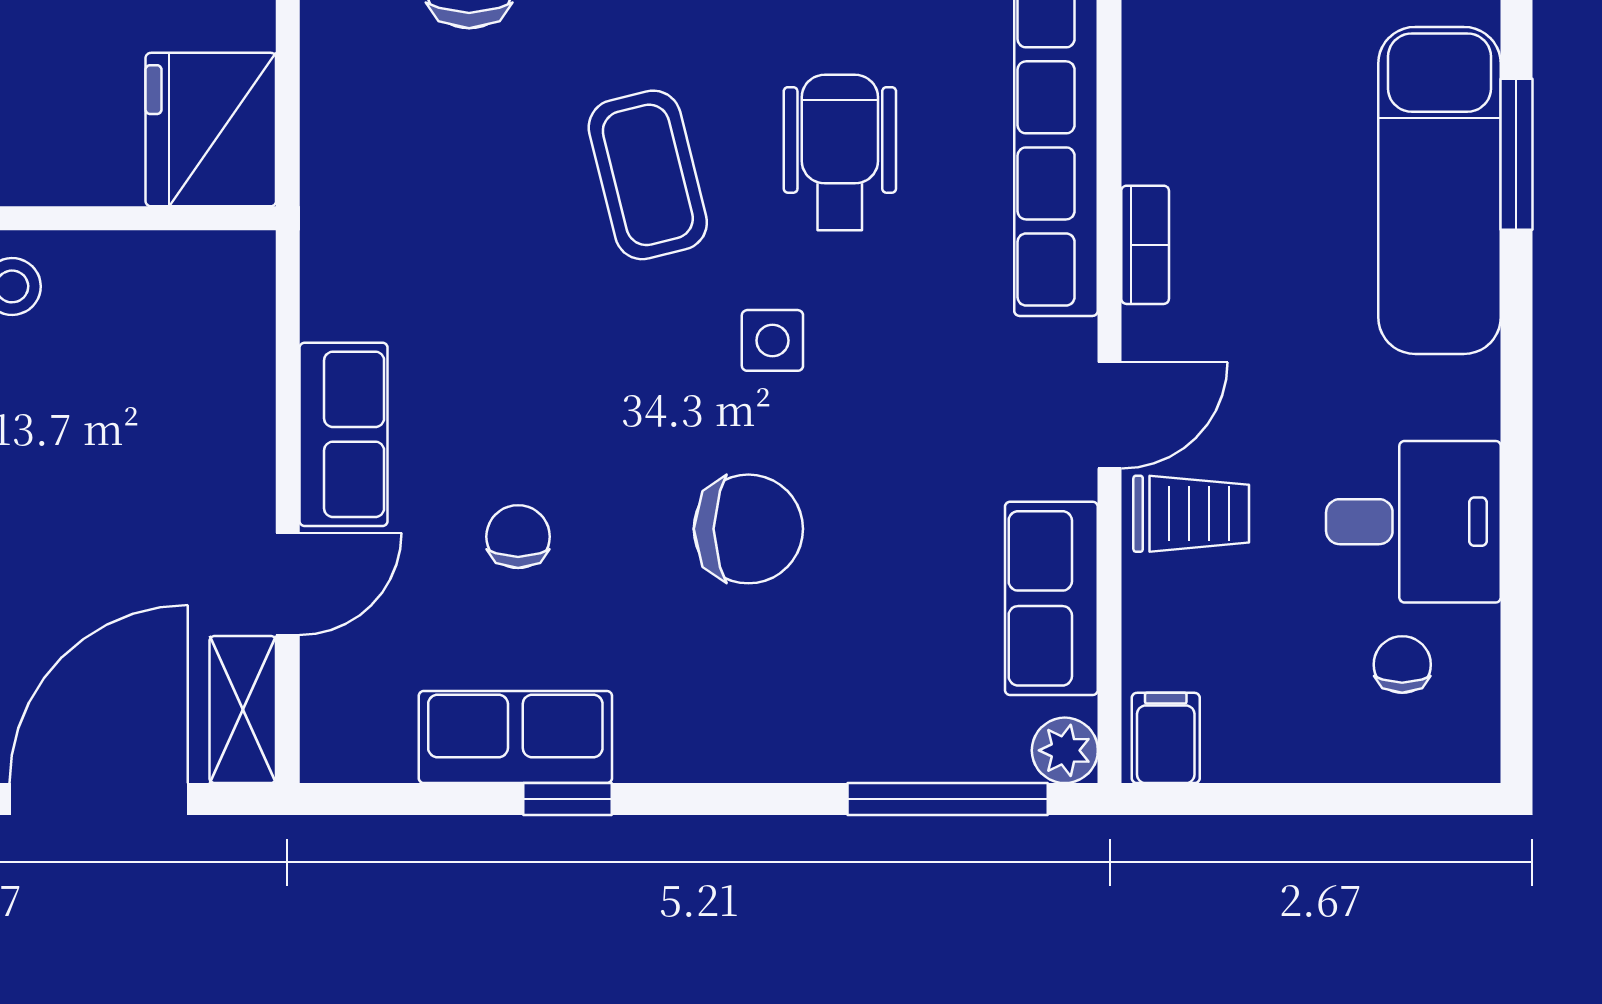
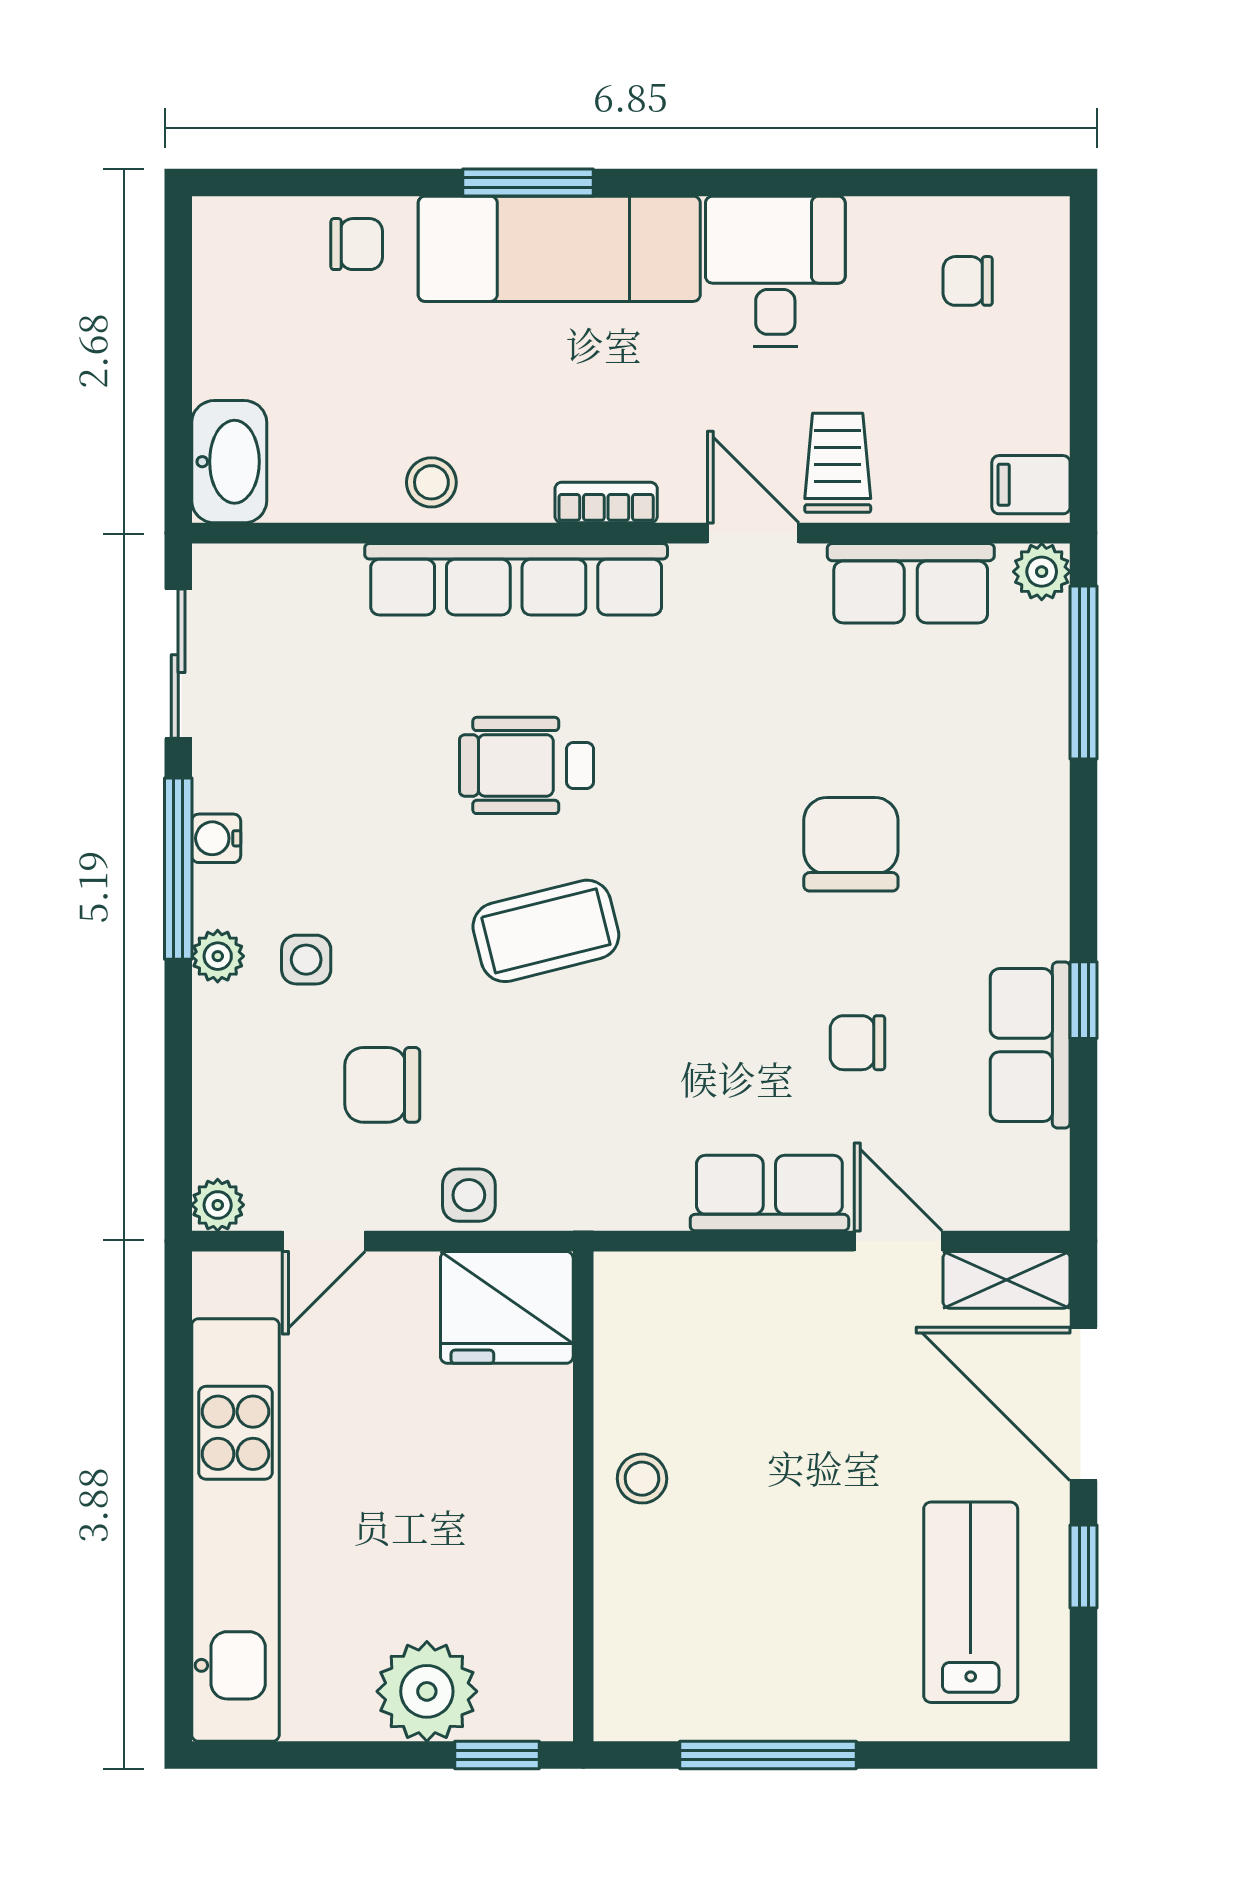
stool: (1168, 42) -> (431, 482), added
side table: (772, 340) -> (469, 1195), moved
desk: (1413, 522) -> (775, 271), moved

